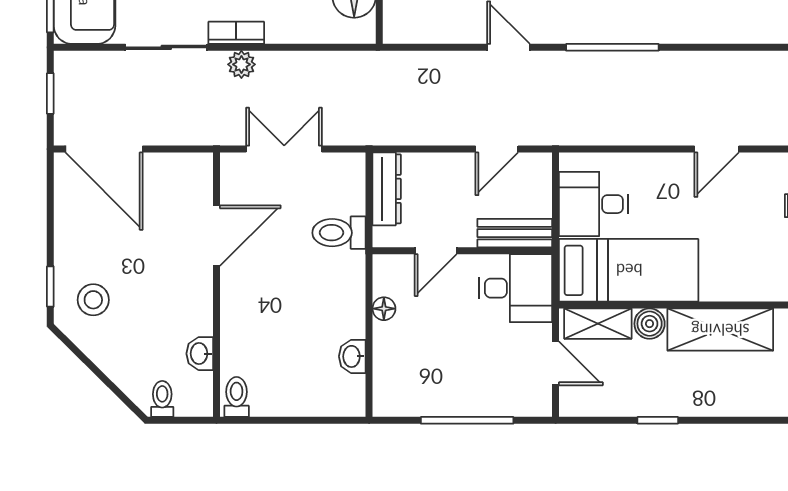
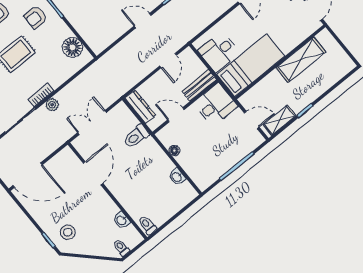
door: (436, 251) -> (176, 115), swing flipped
shelving: (598, 324) -> (279, 120), moved
boiler: (650, 324) -> (274, 78), removed

